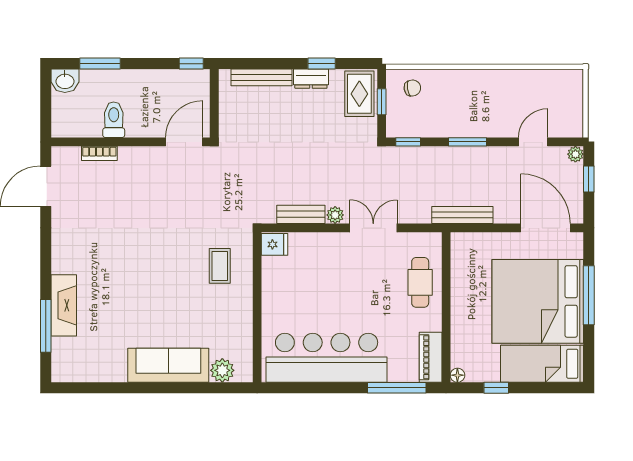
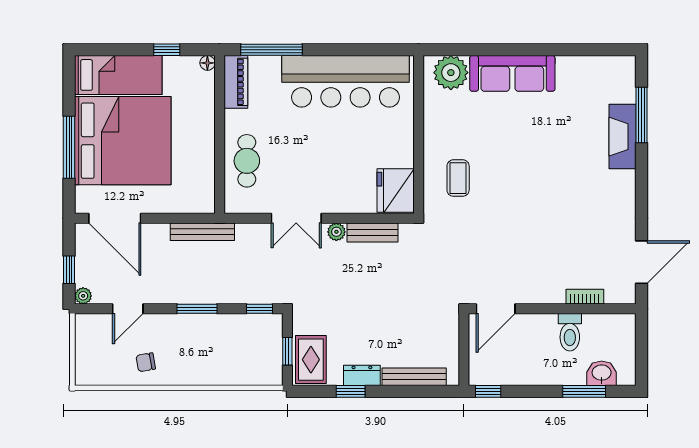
washbasin: (65, 81) -> (602, 373), moved
chair: (412, 88) -> (146, 362), moved
fridge: (275, 244) -> (396, 190), width x1.88, depth x1.34
plant: (222, 370) -> (451, 73), width x1.36, depth x1.36

